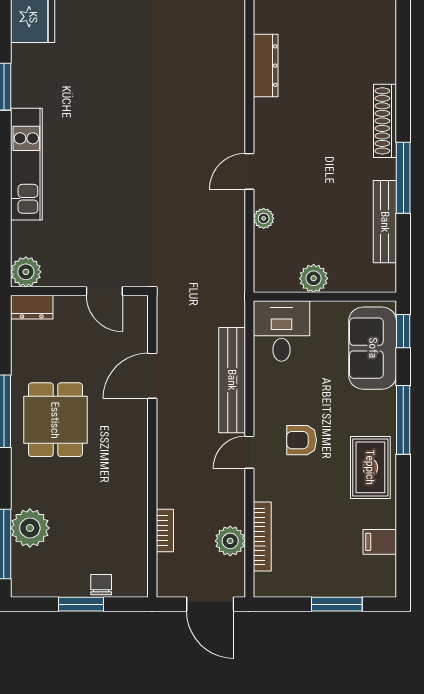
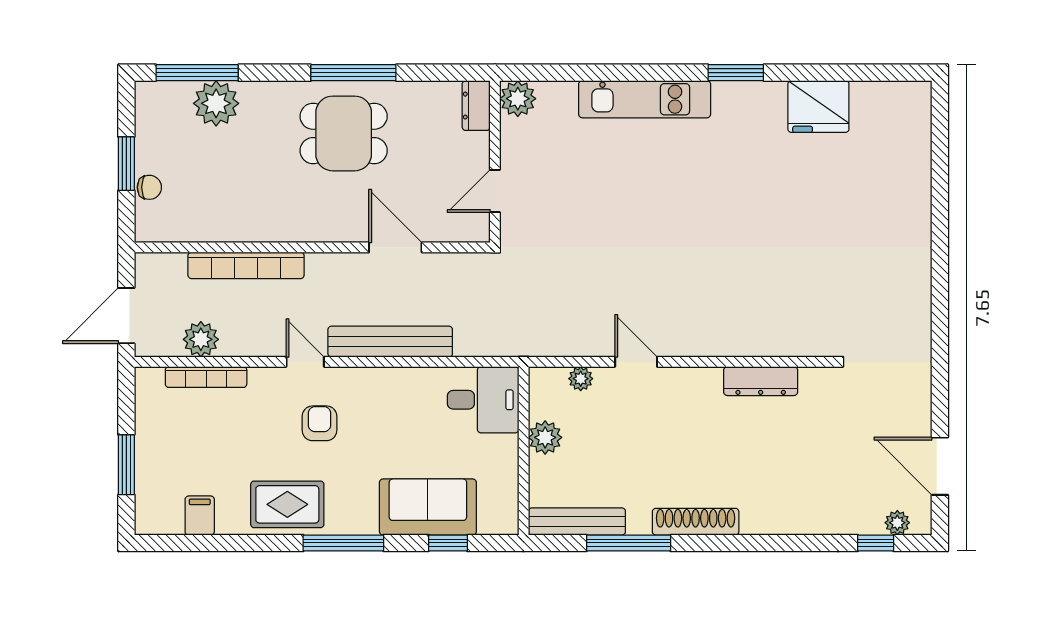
plant: (314, 278) -> (545, 437), moved
wall: (325, 297) -> (524, 451), moved
desk: (282, 331) -> (483, 400), moved
bookcase: (165, 531) -> (246, 265), width x2.31, depth x1.31

